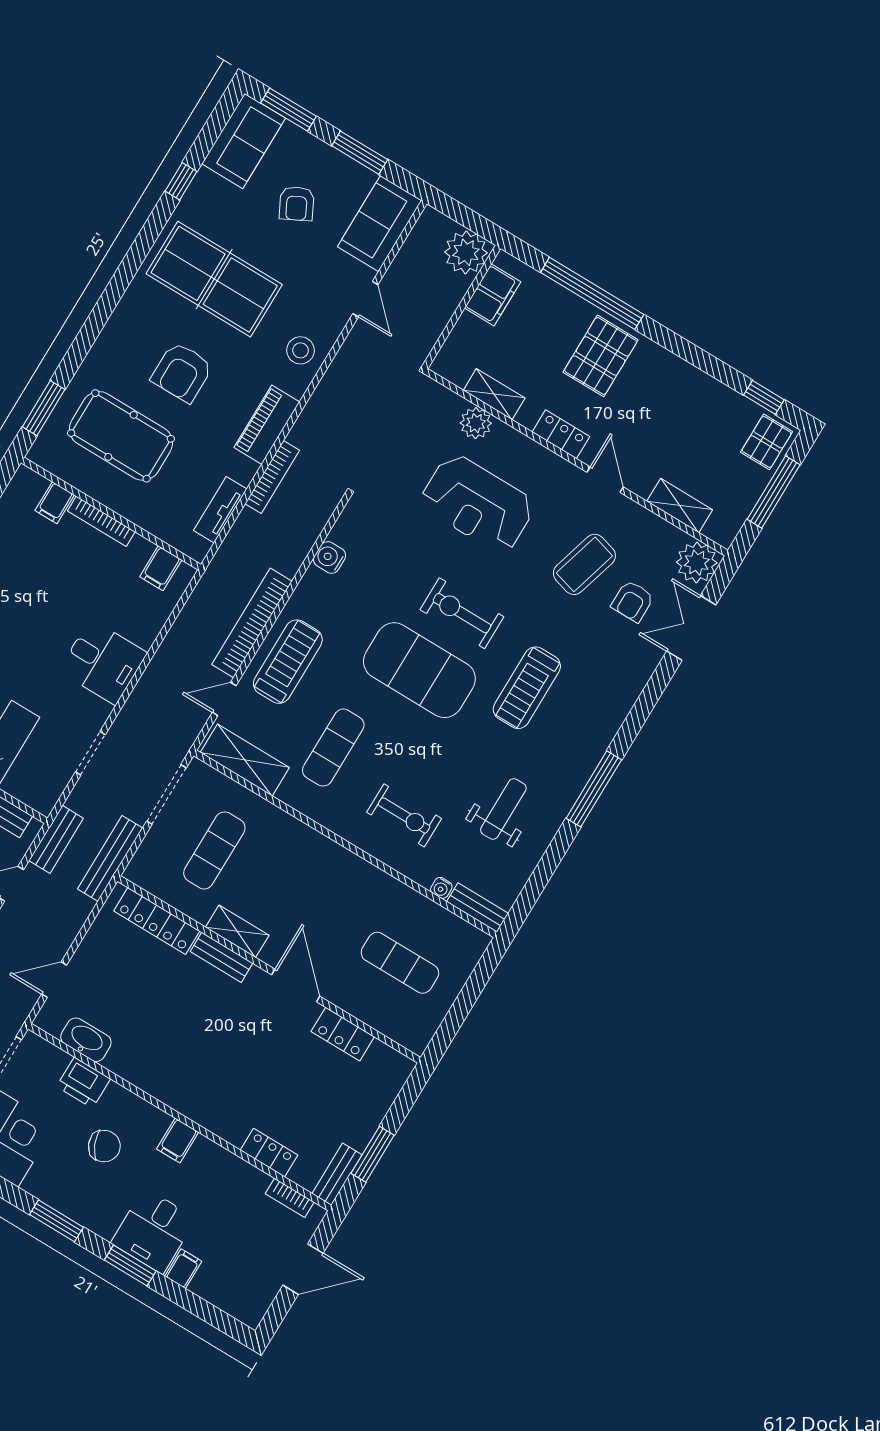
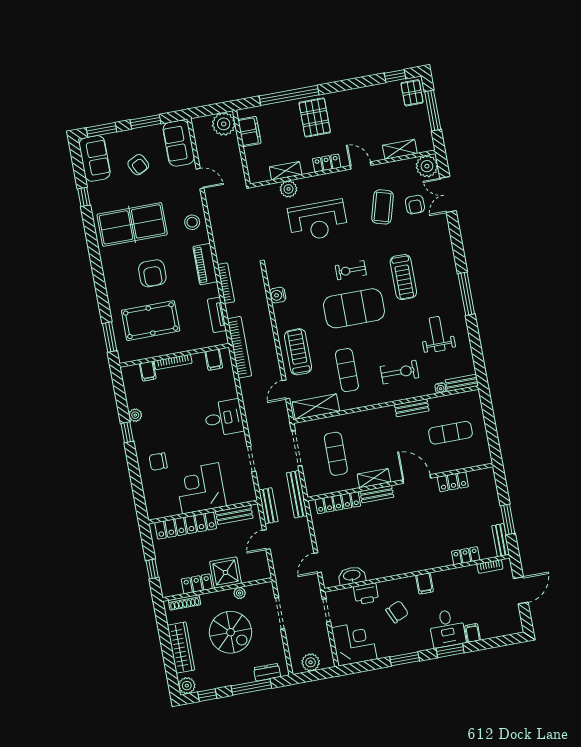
exercise bike: (462, 613) -> (351, 270), width x0.73, depth x0.72
bookcase: (252, 623) -> (240, 347), moved, turned 180
bench: (377, 880) -> (412, 408), added

